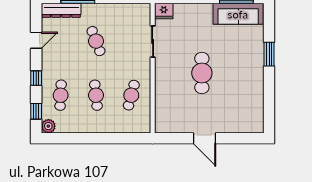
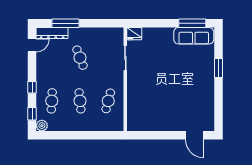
door: (36, 40) -> (32, 45), moved
cafe table: (202, 73) -> (165, 83), removed
door: (205, 138) -> (195, 135), moved

